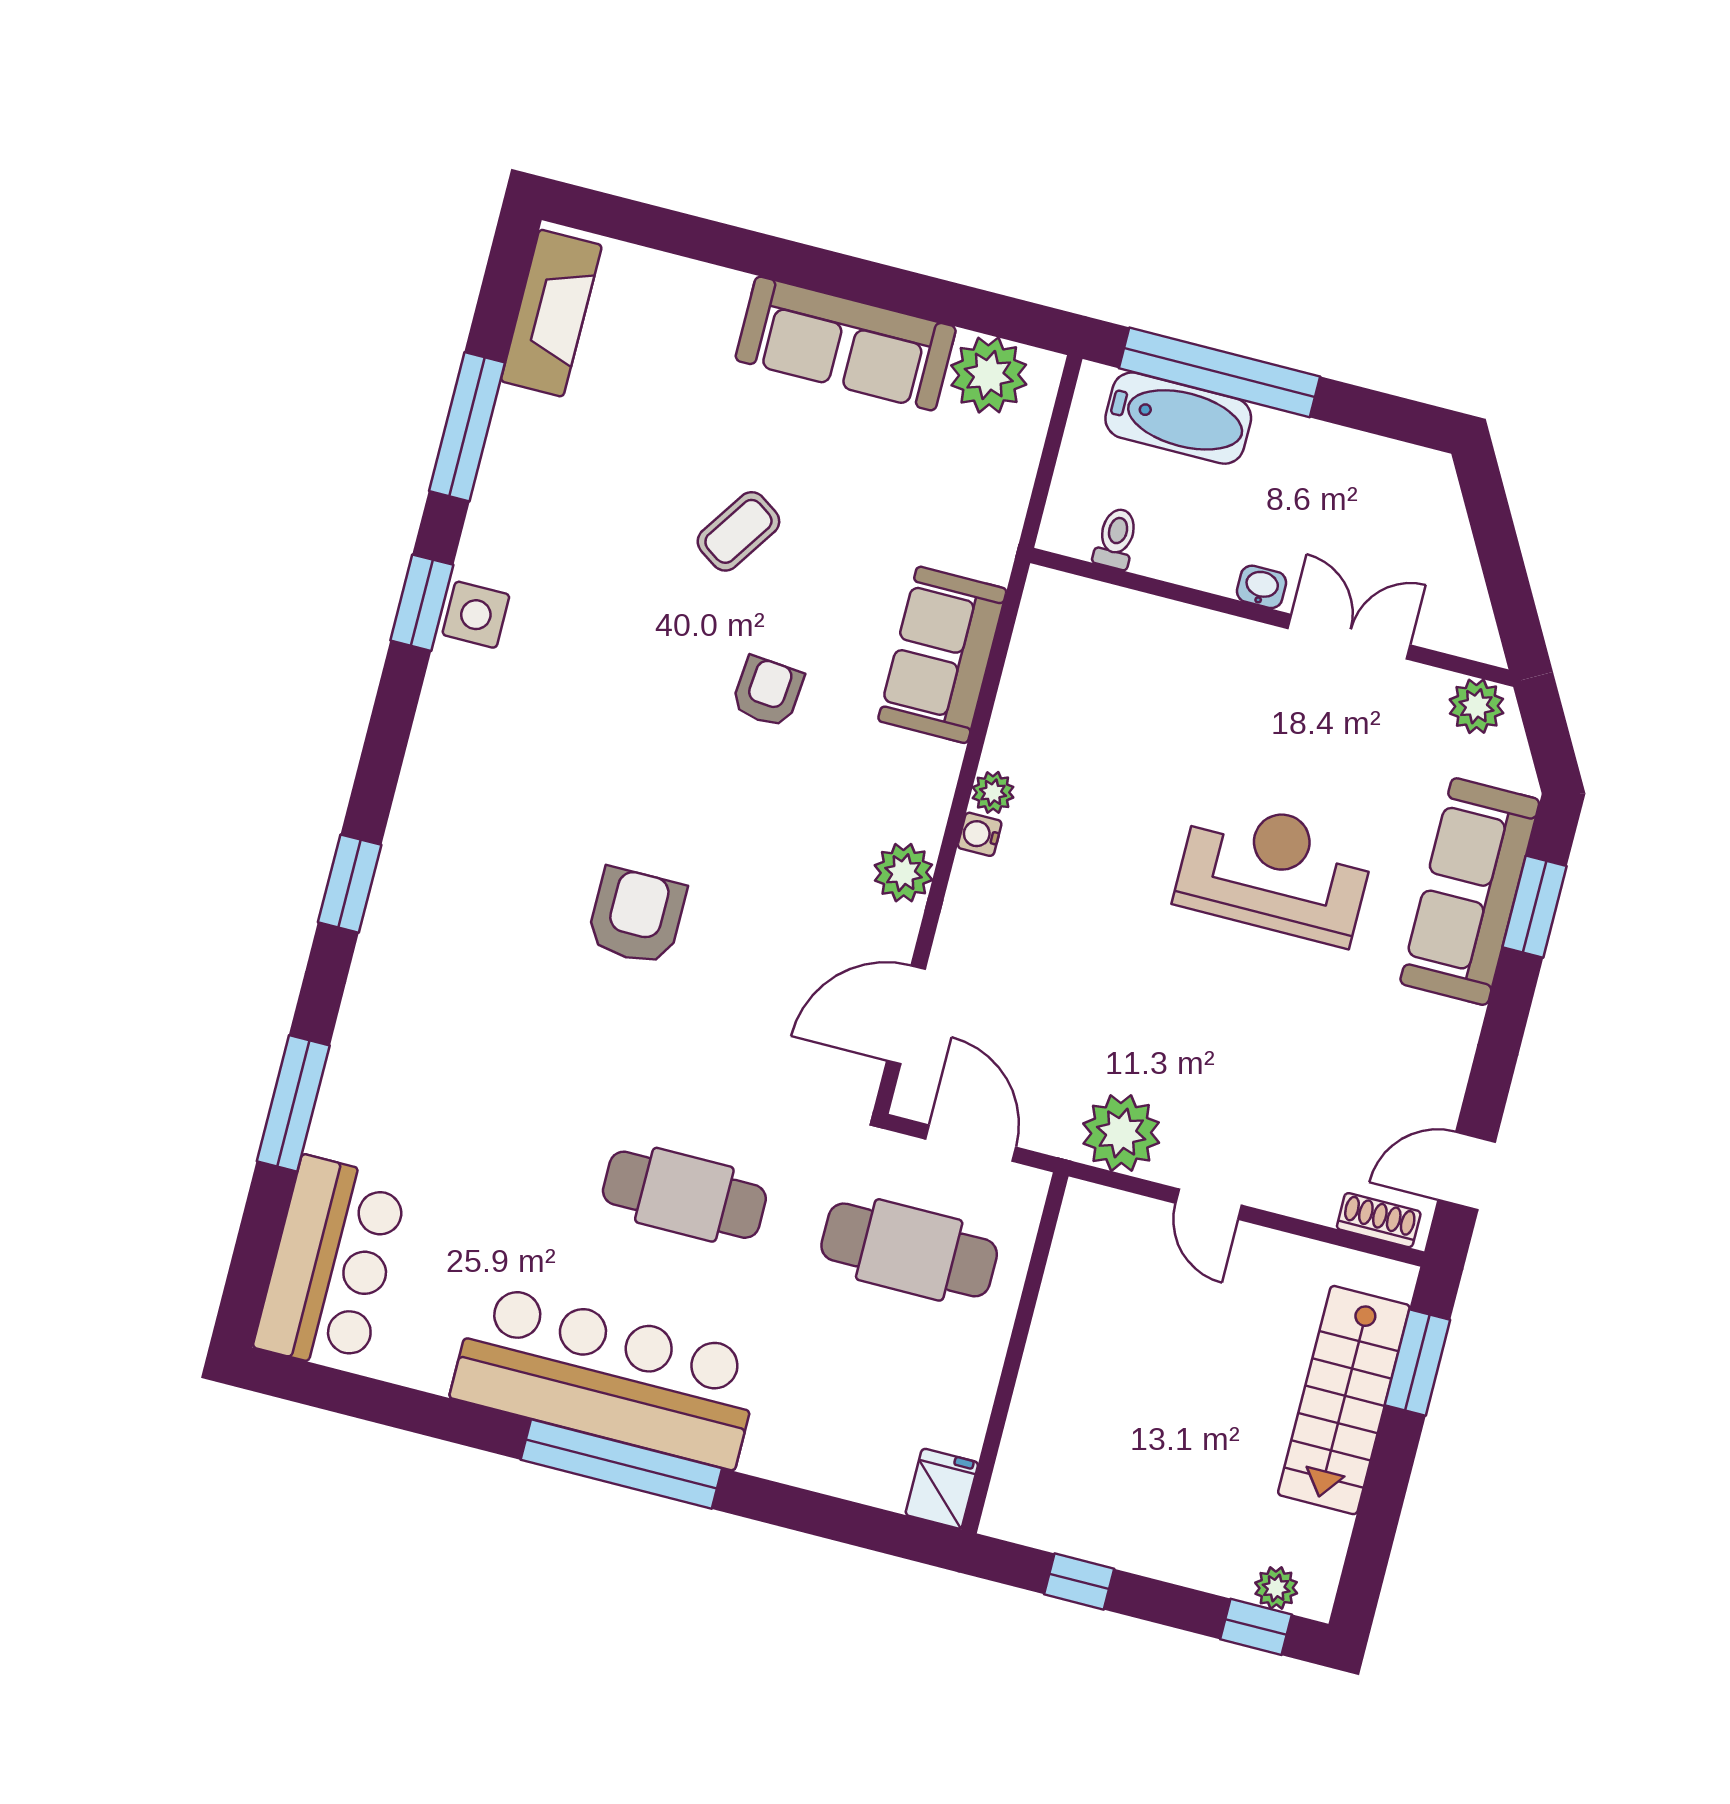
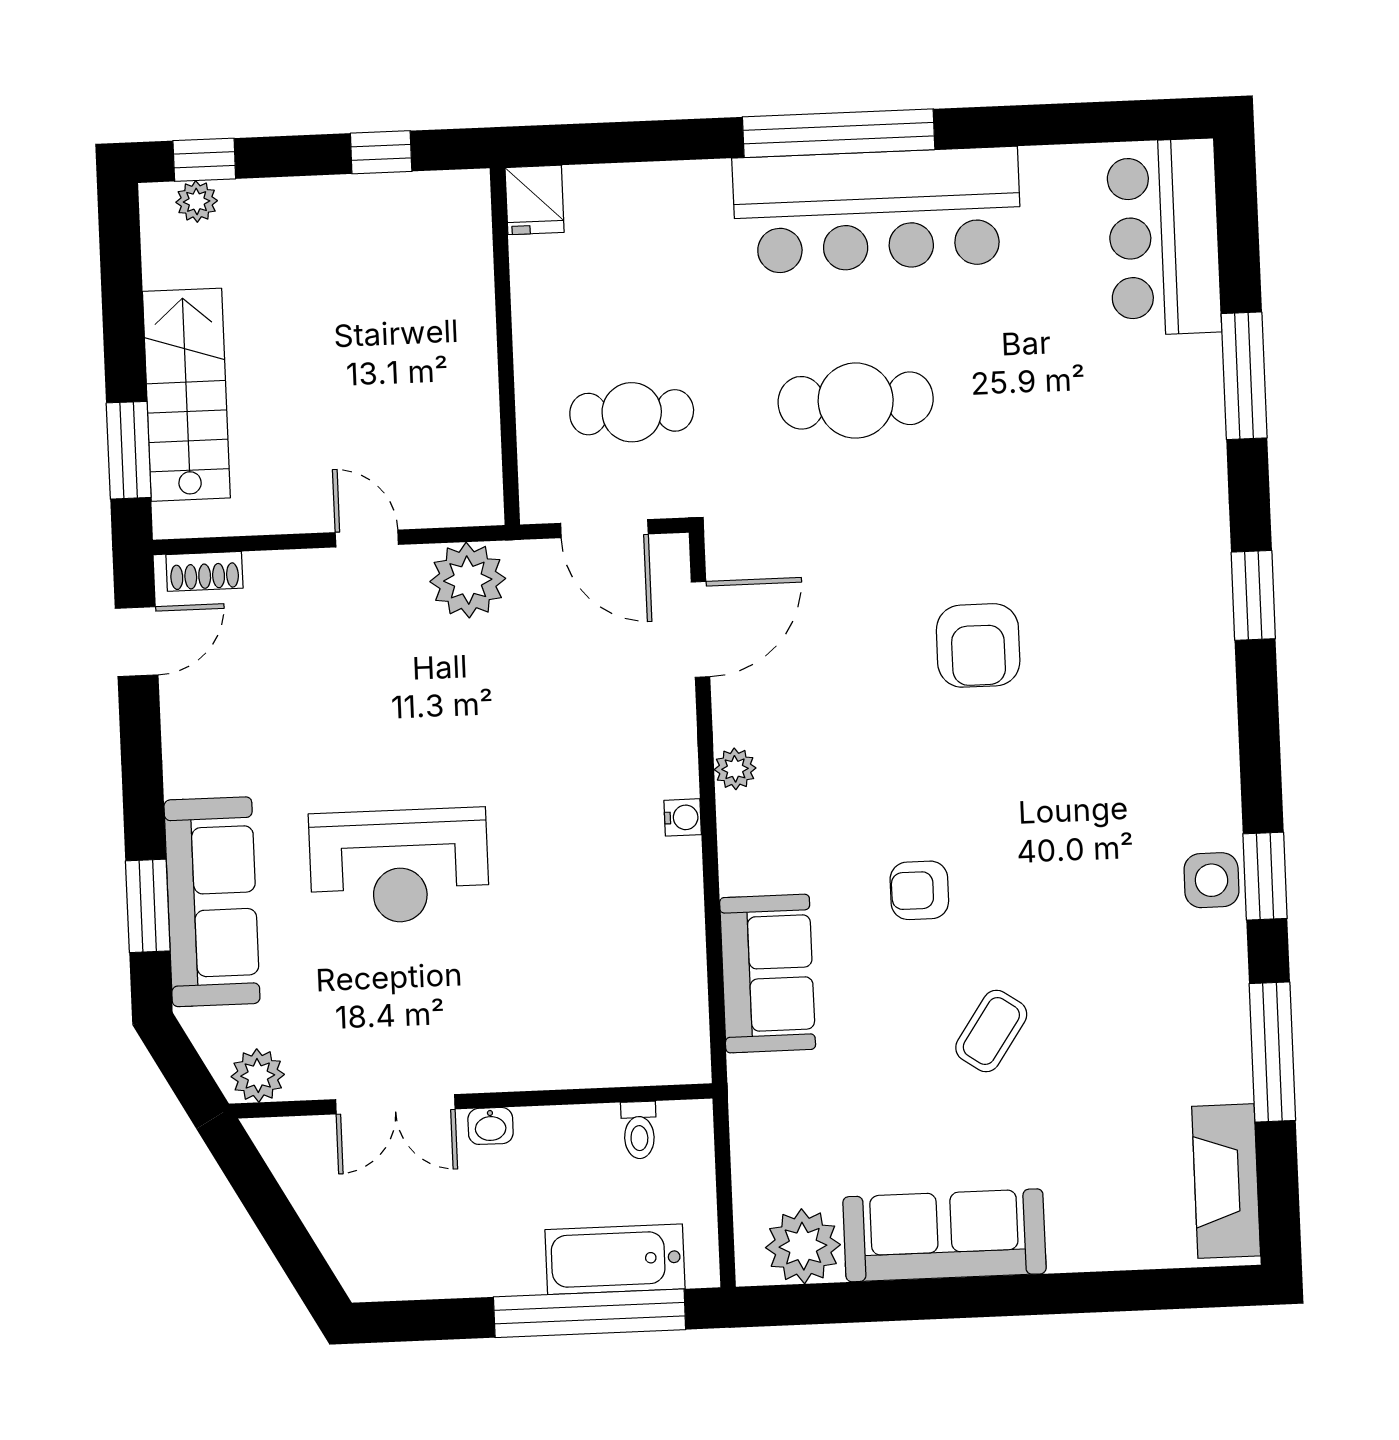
armchair: (768, 692) -> (919, 890), turned 85
plant: (993, 792) -> (682, 860), removed
plant: (904, 873) -> (735, 769), width x0.73, depth x0.73
cafe table: (909, 1250) -> (632, 412), width x0.73, depth x0.74

